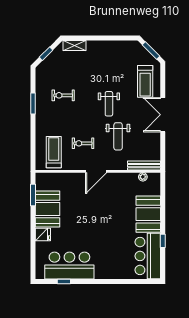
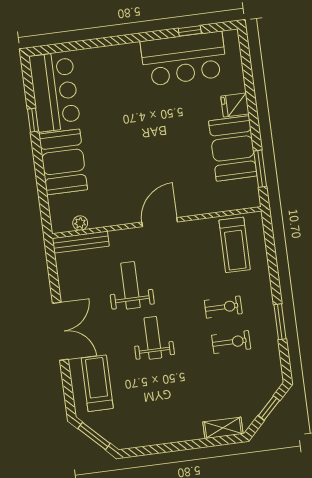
exercise bike: (83, 143) -> (223, 307), moved

